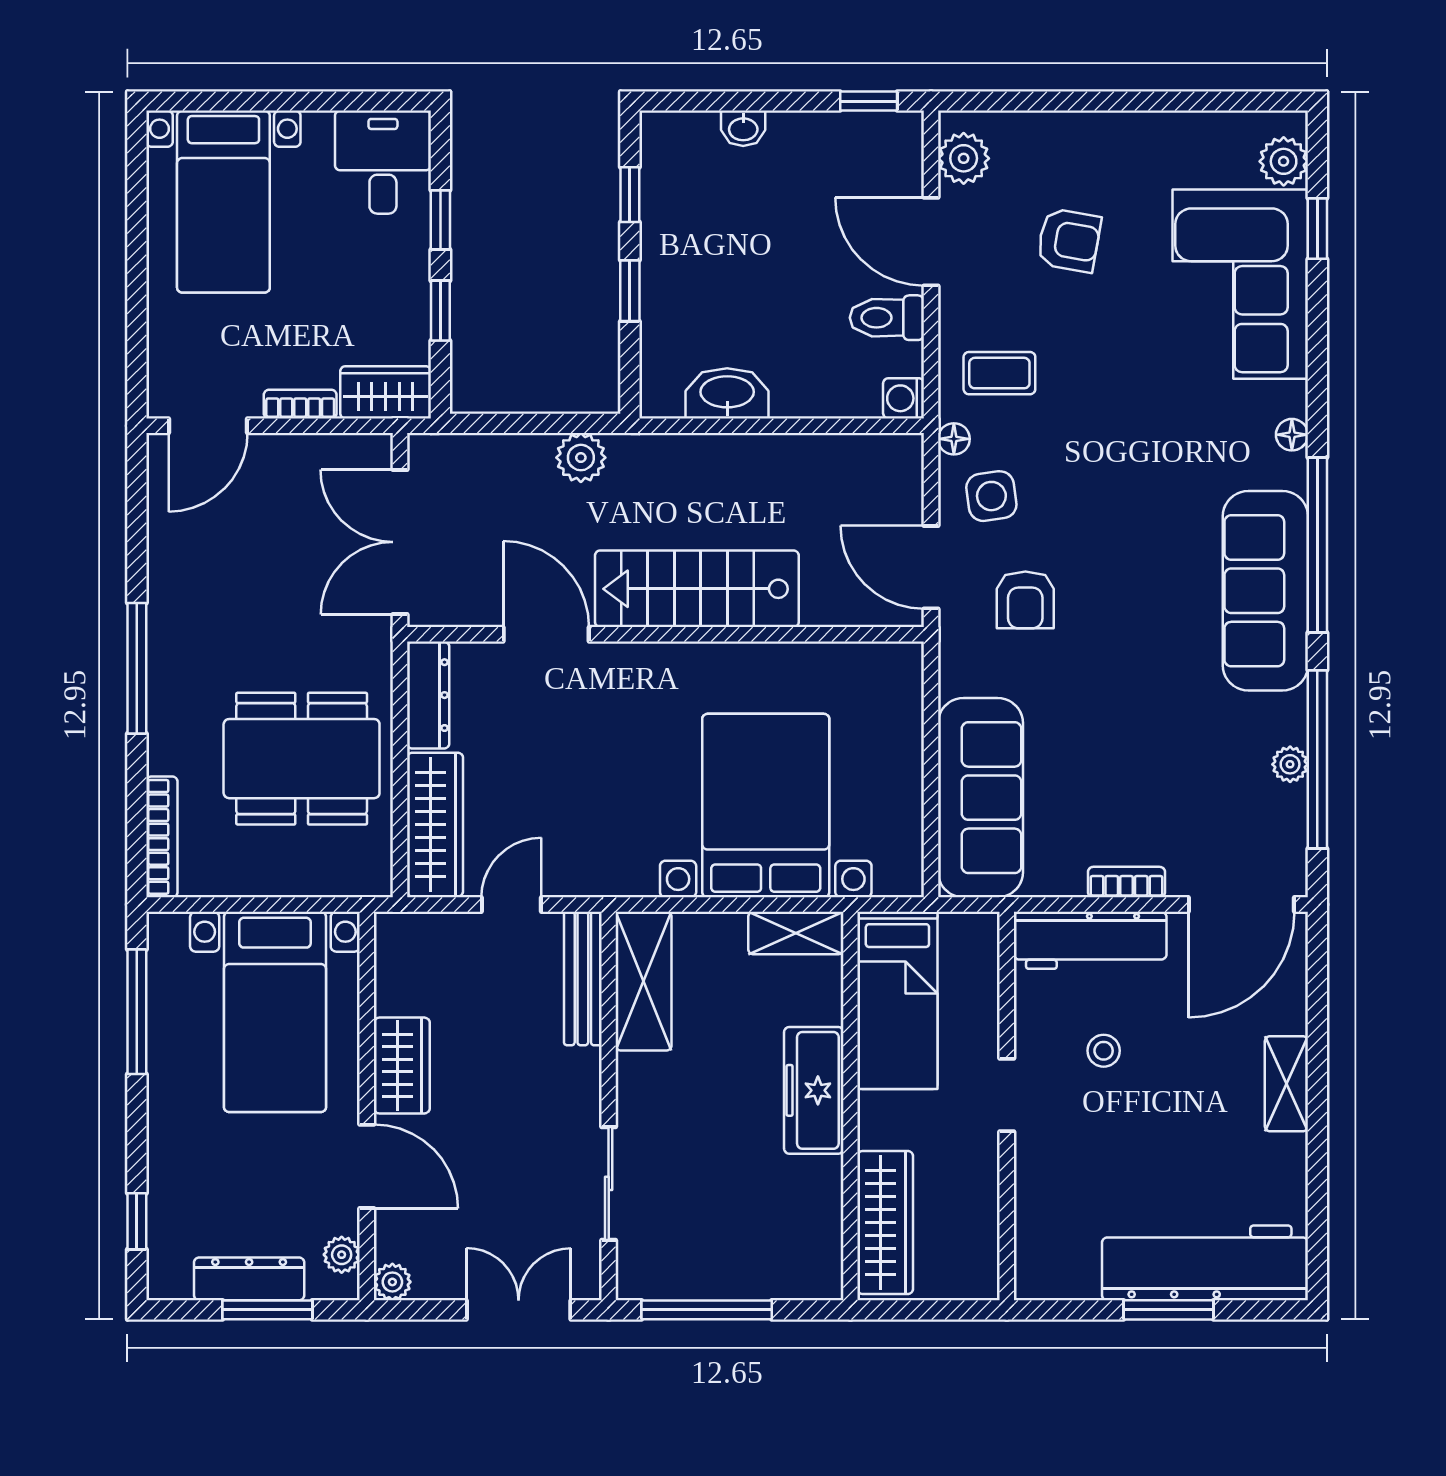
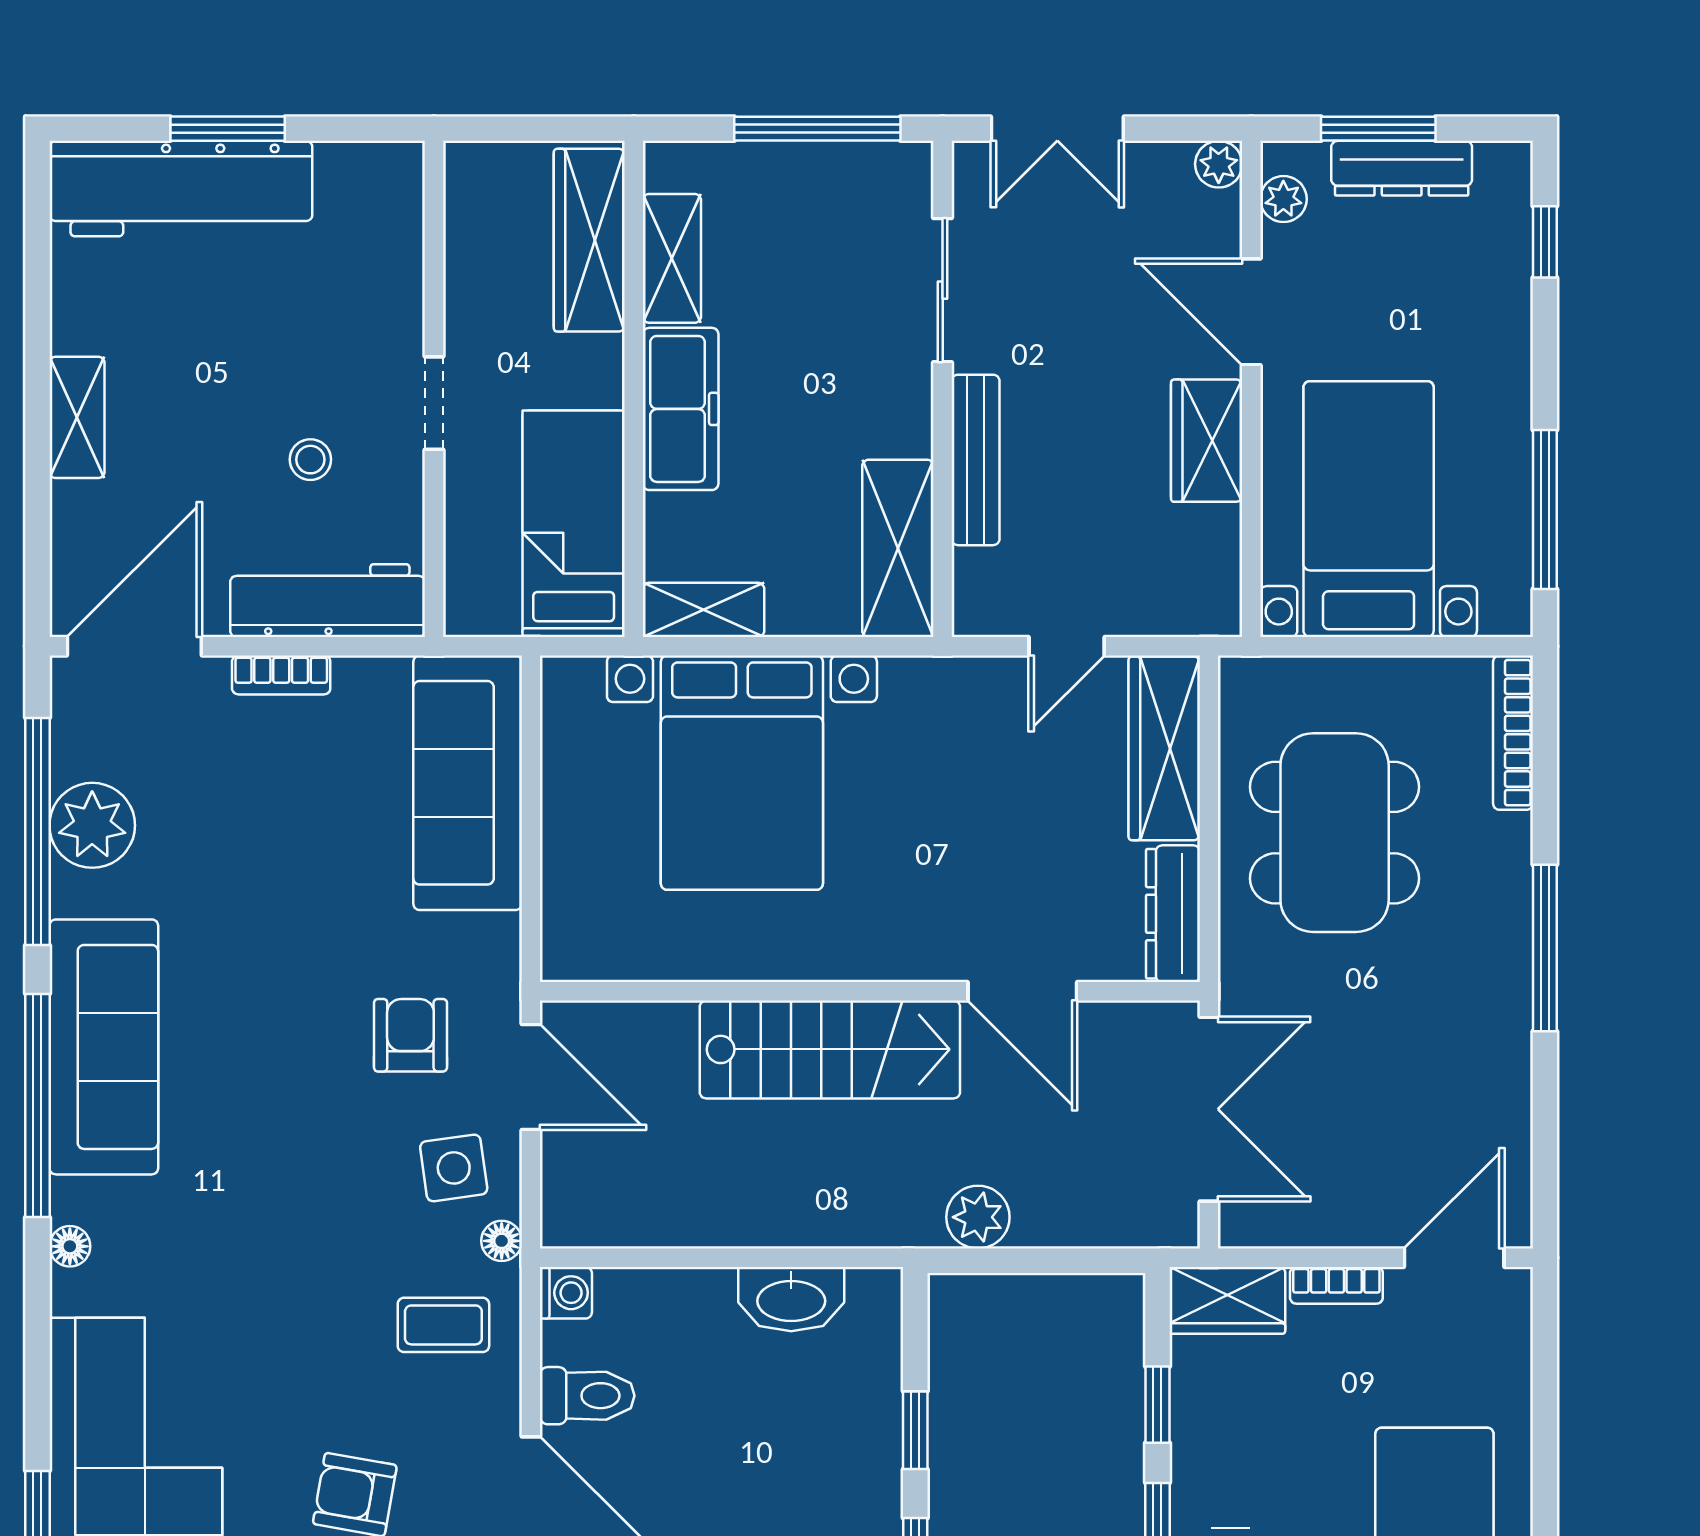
dining table: (302, 759) -> (1335, 833), turned 90
plant: (1290, 764) -> (92, 825), width x1.88, depth x1.88
bench: (583, 978) -> (976, 460), moved
shelving: (821, 1208) -> (672, 258), added

